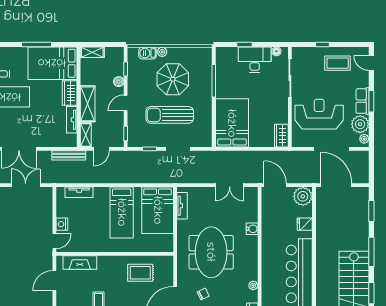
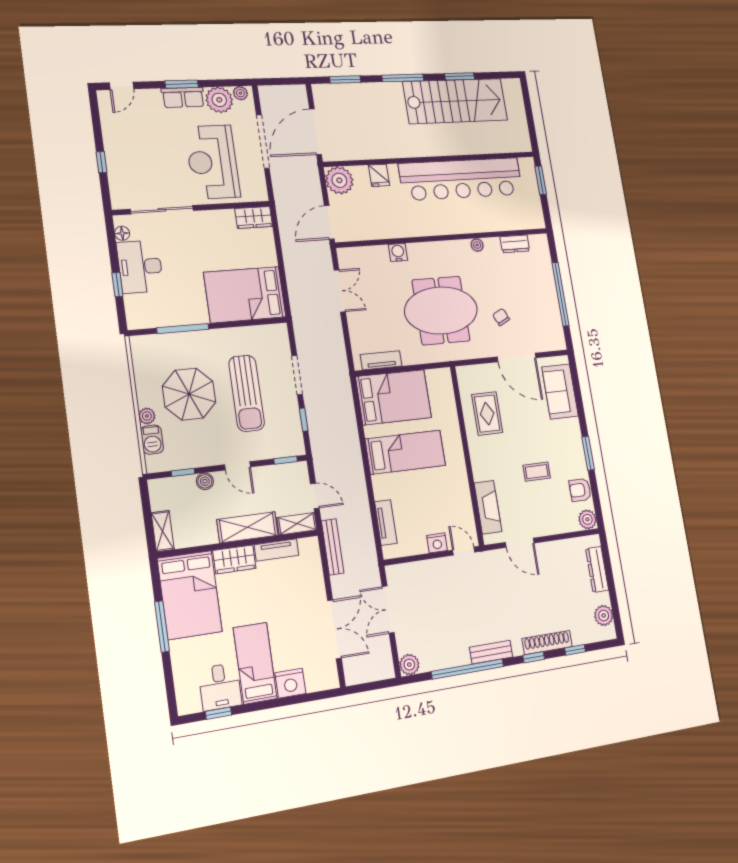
coffee table: (338, 63) -> (128, 137), removed

